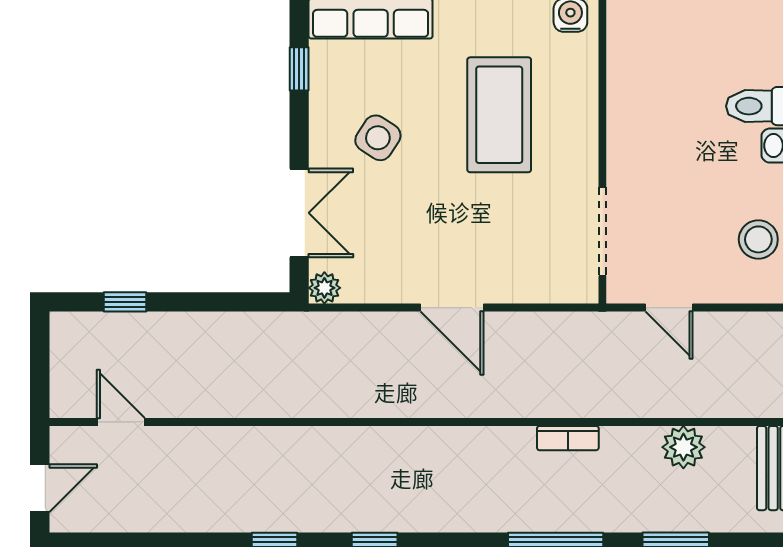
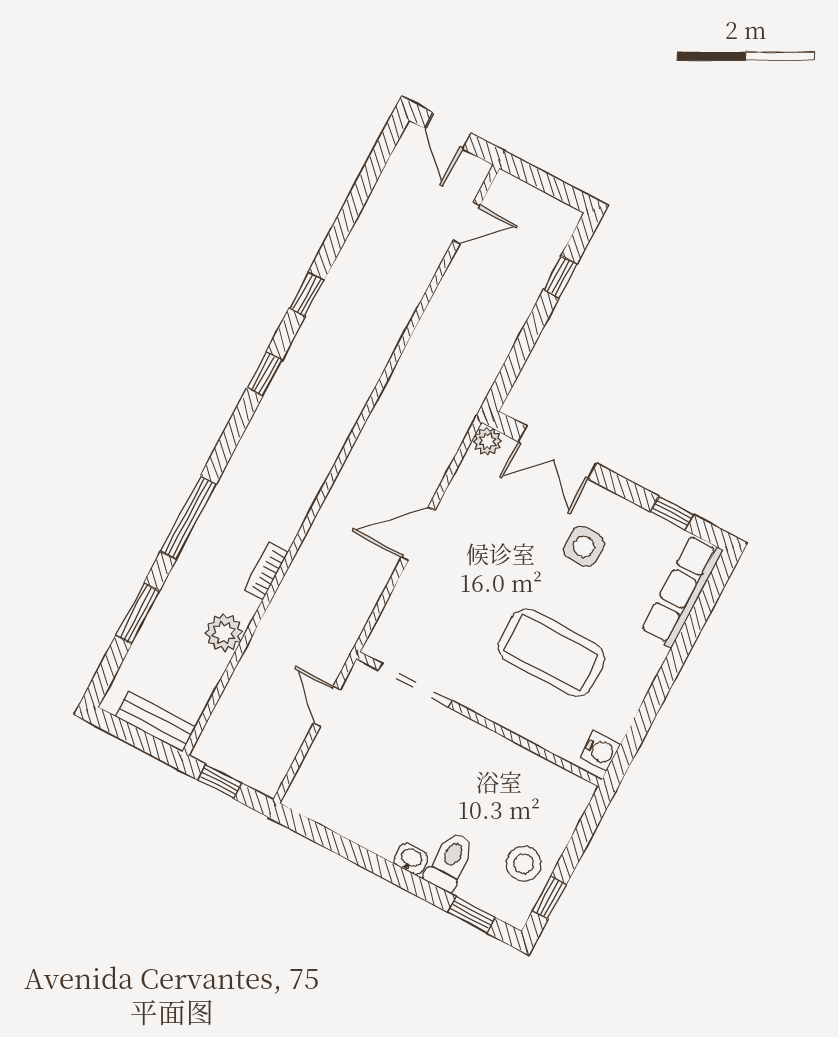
side table: (378, 138) -> (584, 547), turned -33
stool: (758, 239) -> (524, 864), moved
door: (669, 308) -> (327, 706), hinge flipped
plant: (683, 447) -> (224, 633), moved

